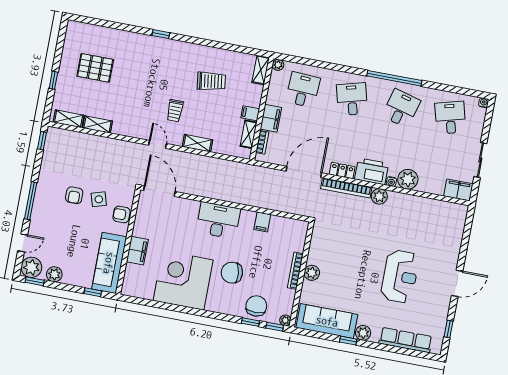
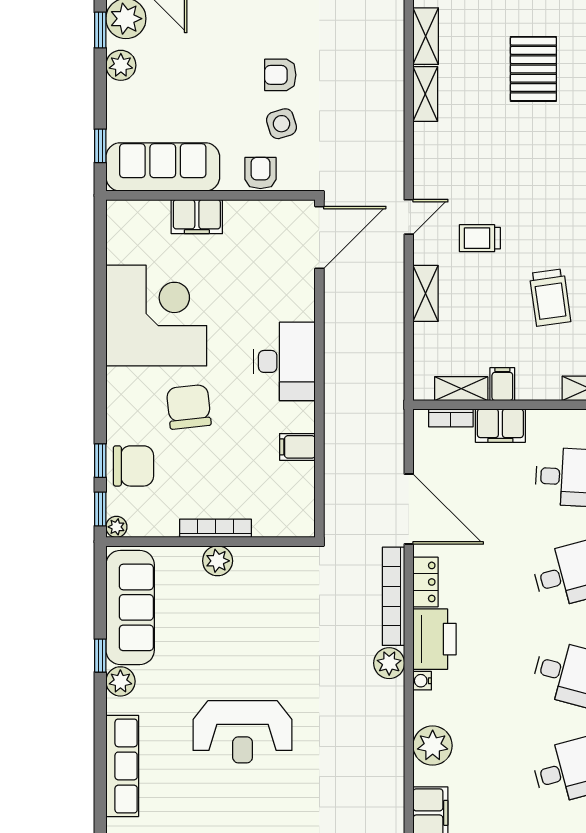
plant: (408, 179) -> (433, 746), moved

